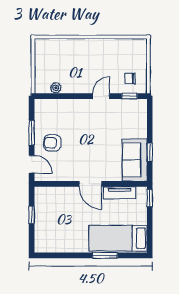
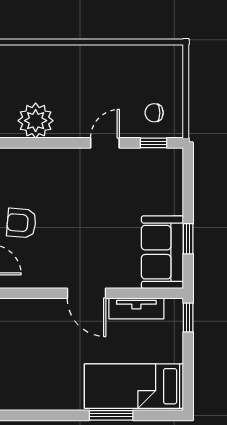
plant: (56, 88) -> (36, 121), width x1.88, depth x1.88

